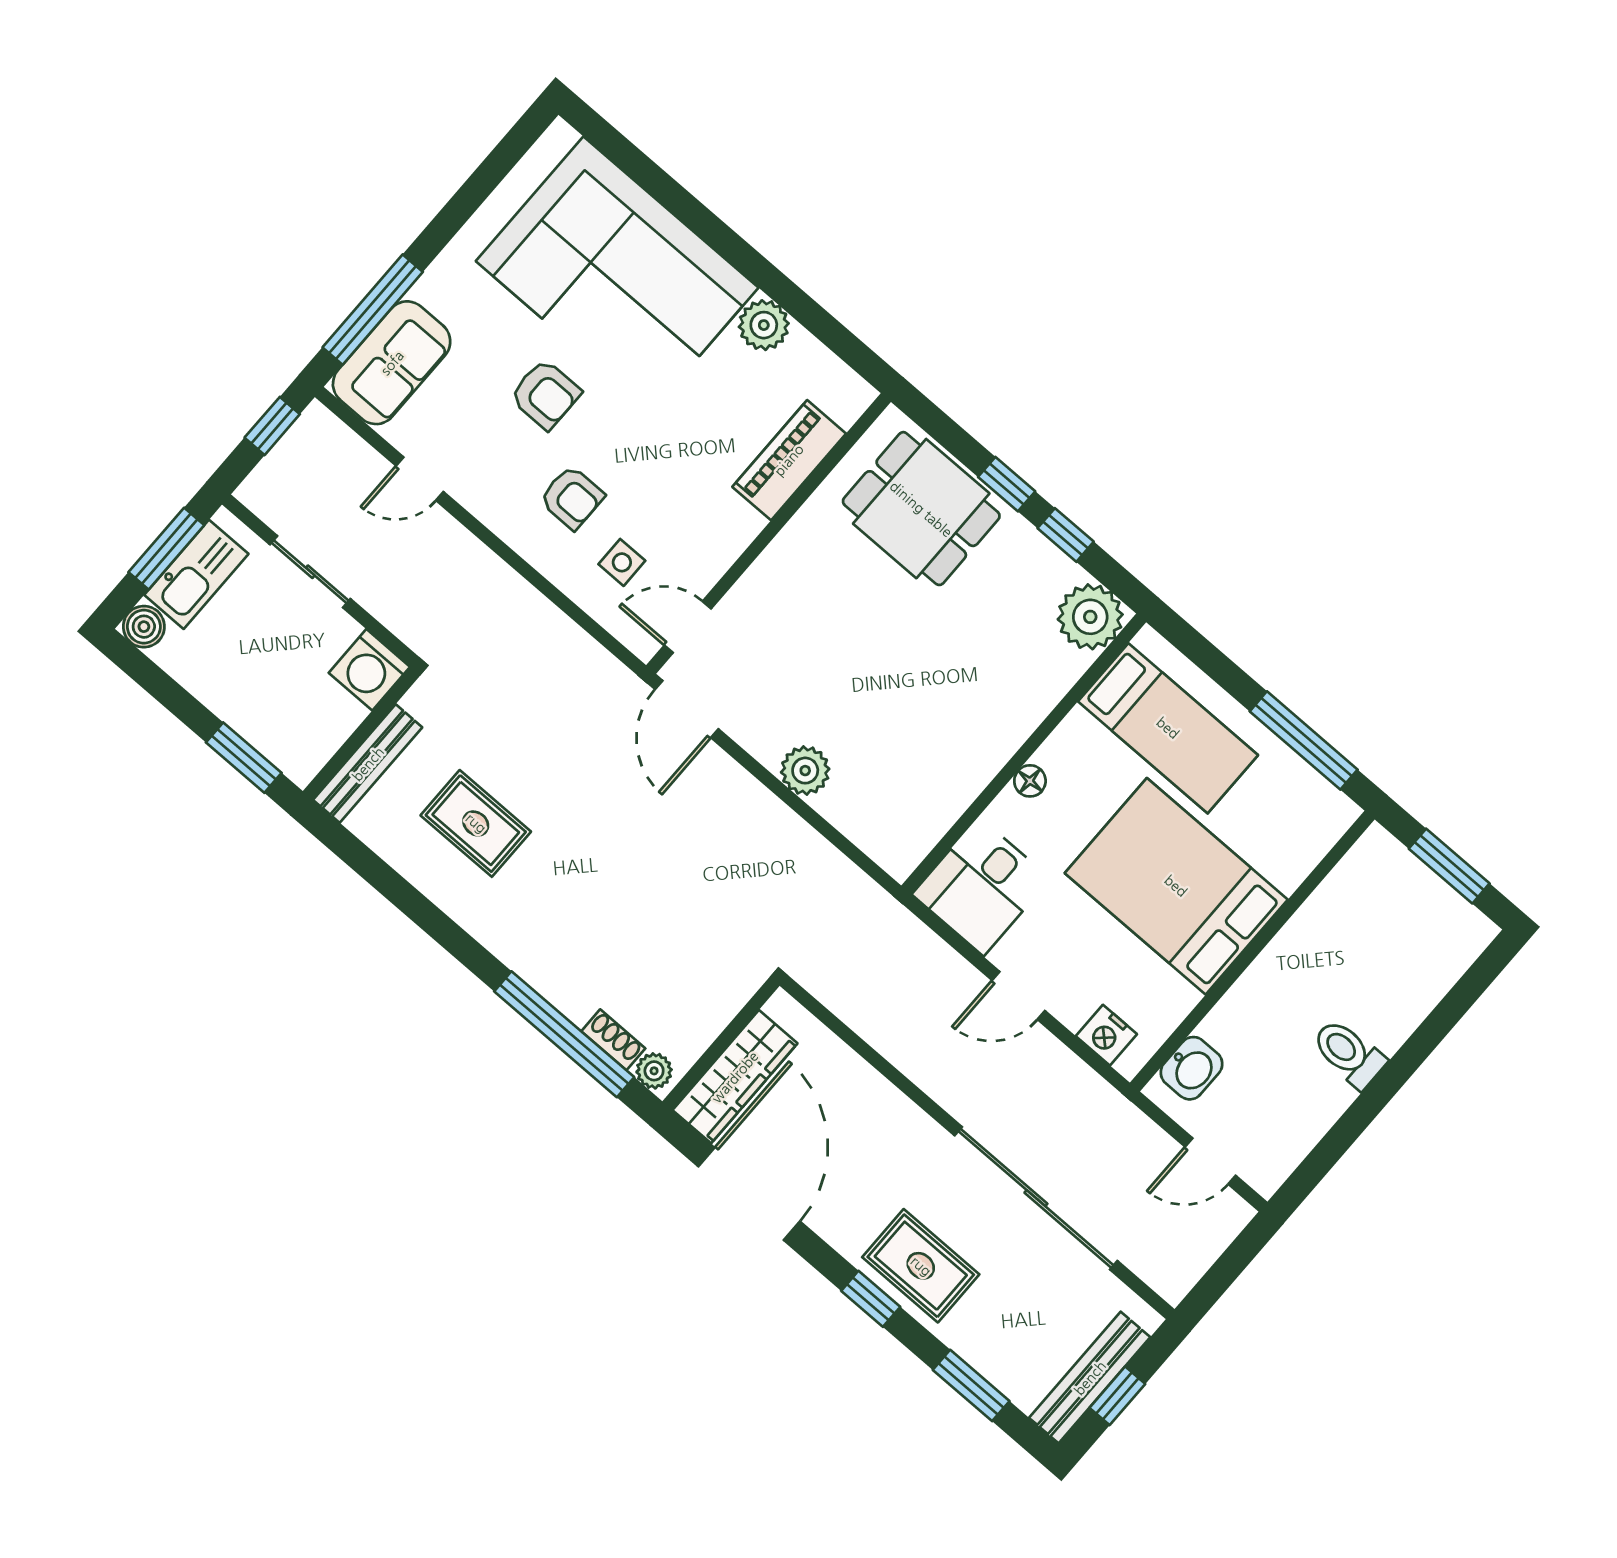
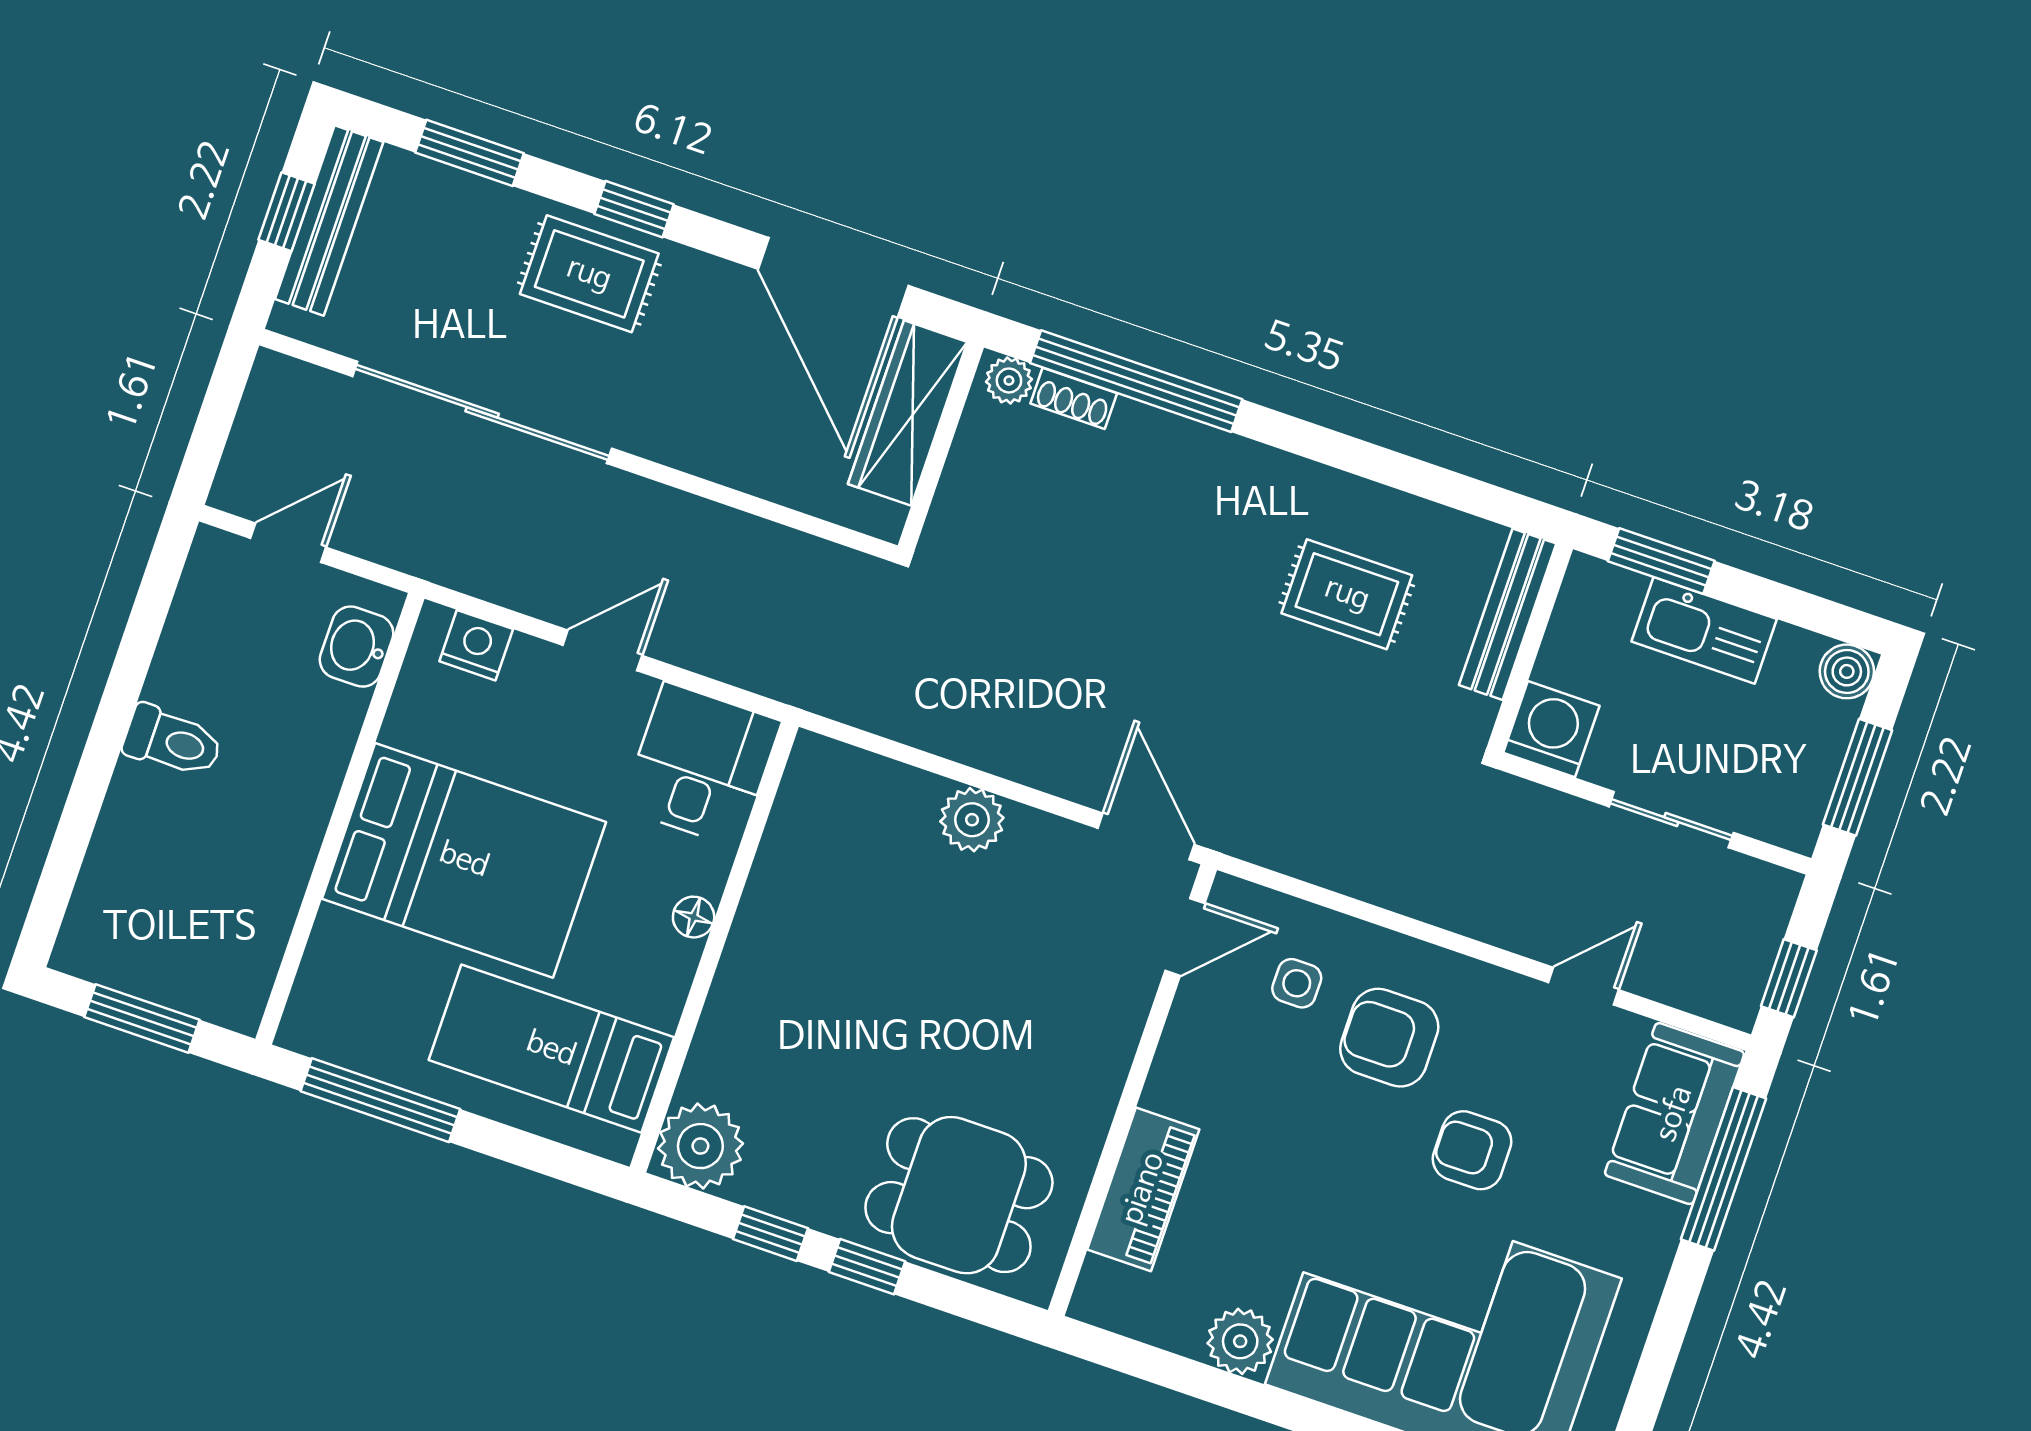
armchair: (572, 498) -> (1389, 1038), width x1.38, depth x1.38
kitchen sink: (196, 574) -> (1704, 630), moved, turned -90

